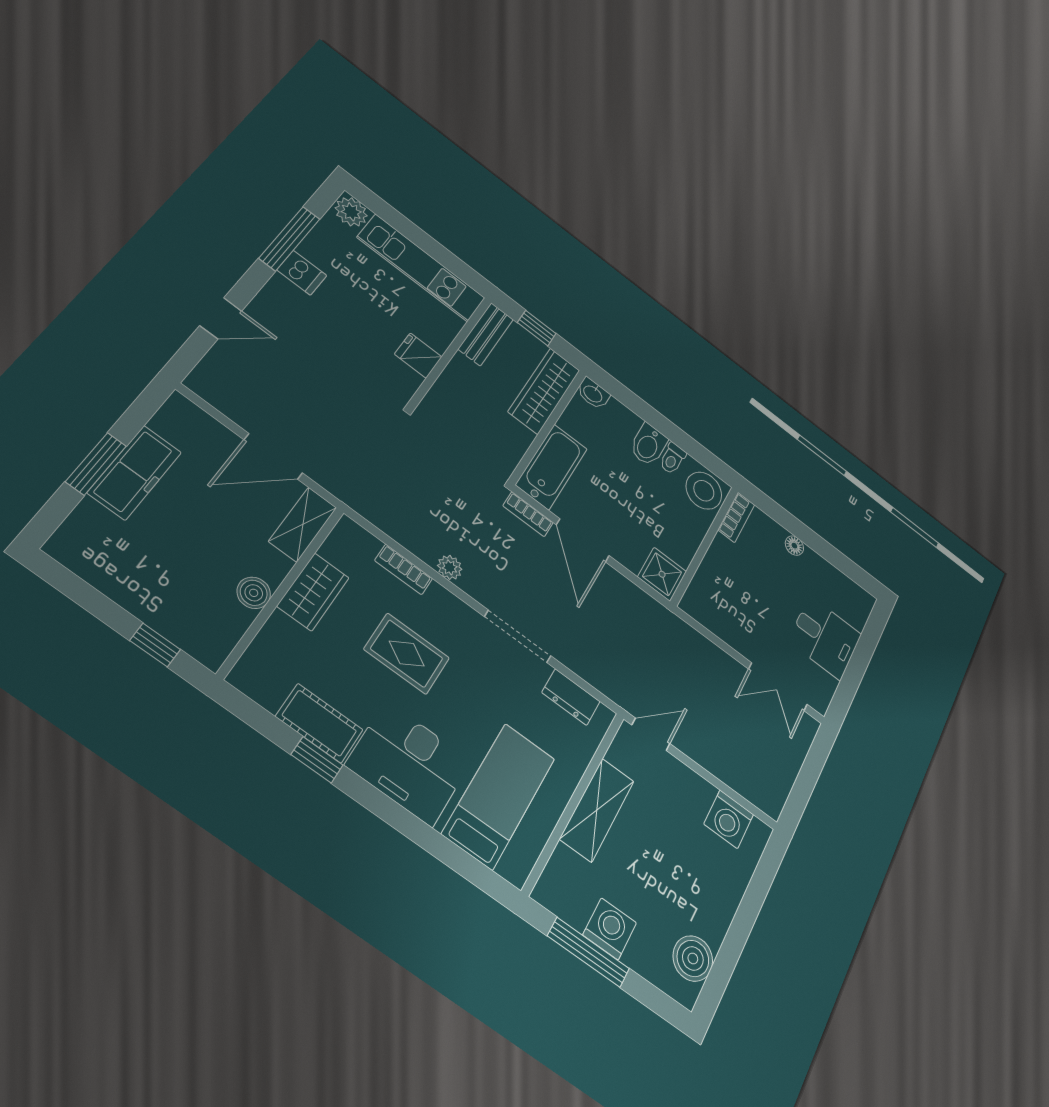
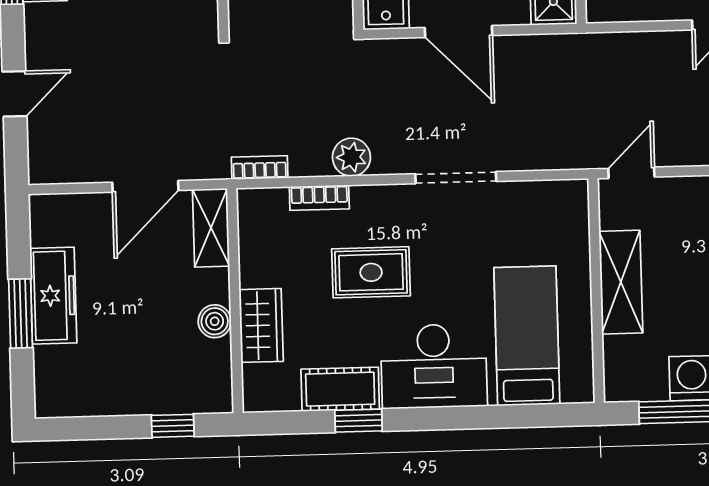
bookcase: (528, 514) -> (260, 168), moved, turned 180
plant: (450, 567) -> (351, 157), width x1.38, depth x1.38
wardrobe: (313, 592) -> (261, 325), moved
dresser: (571, 697) -> (537, 196), removed

